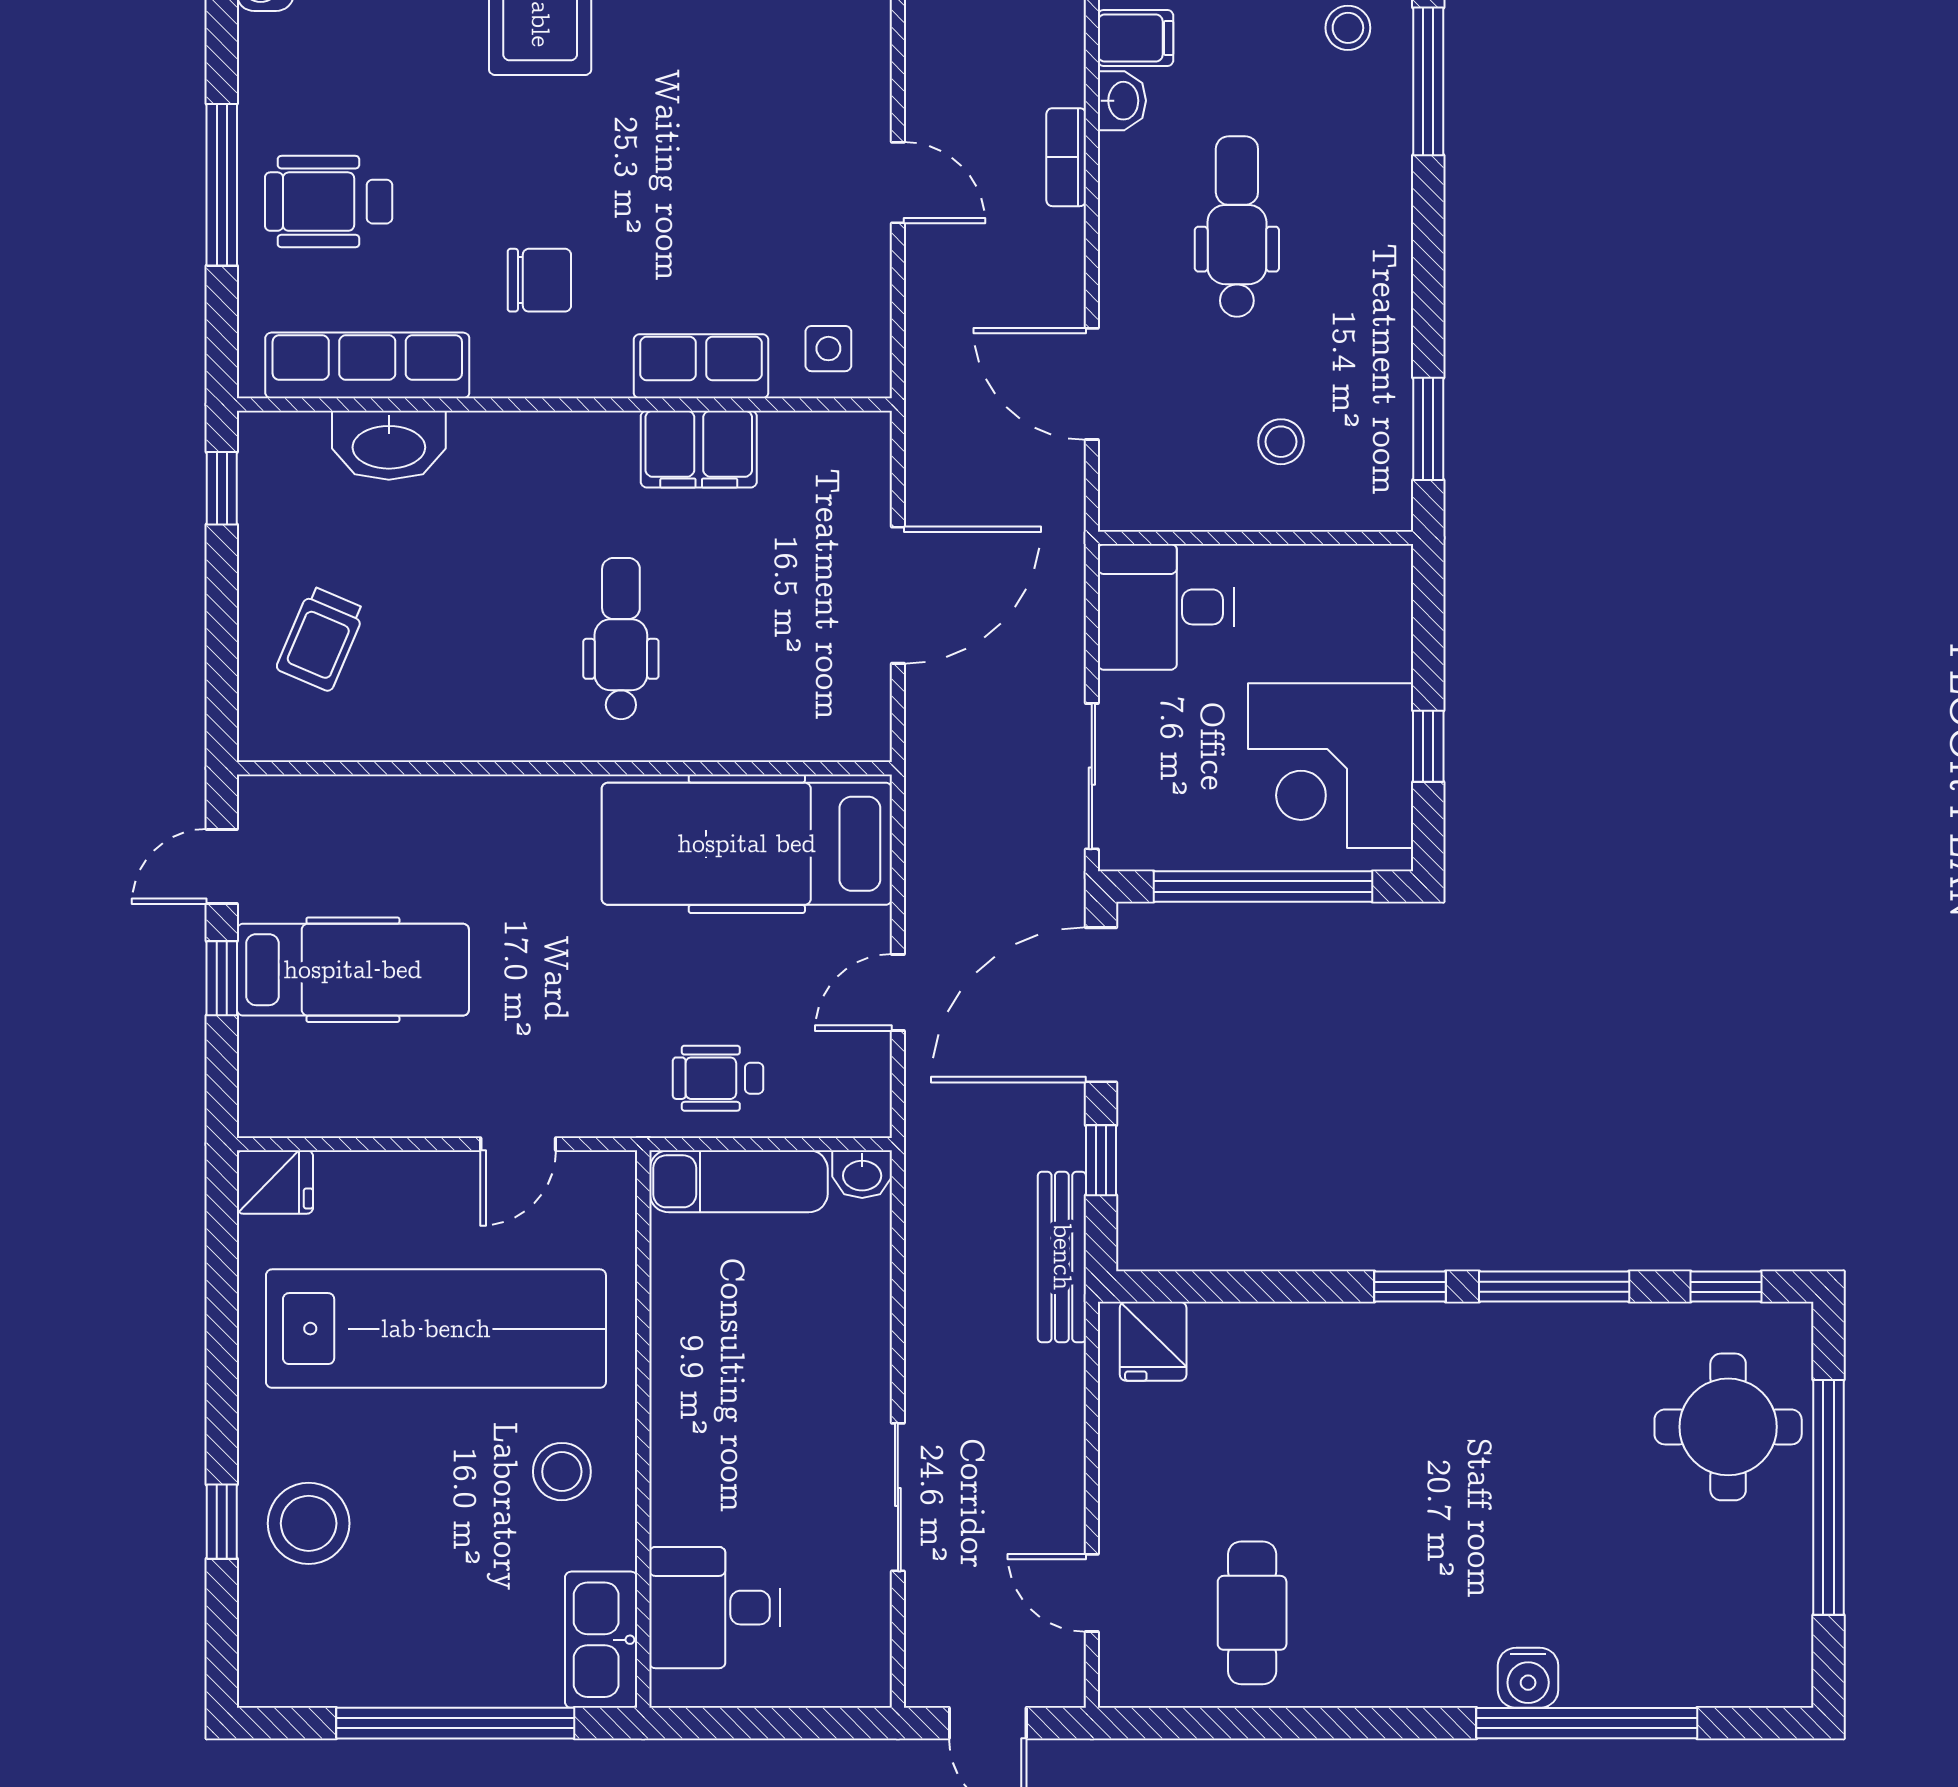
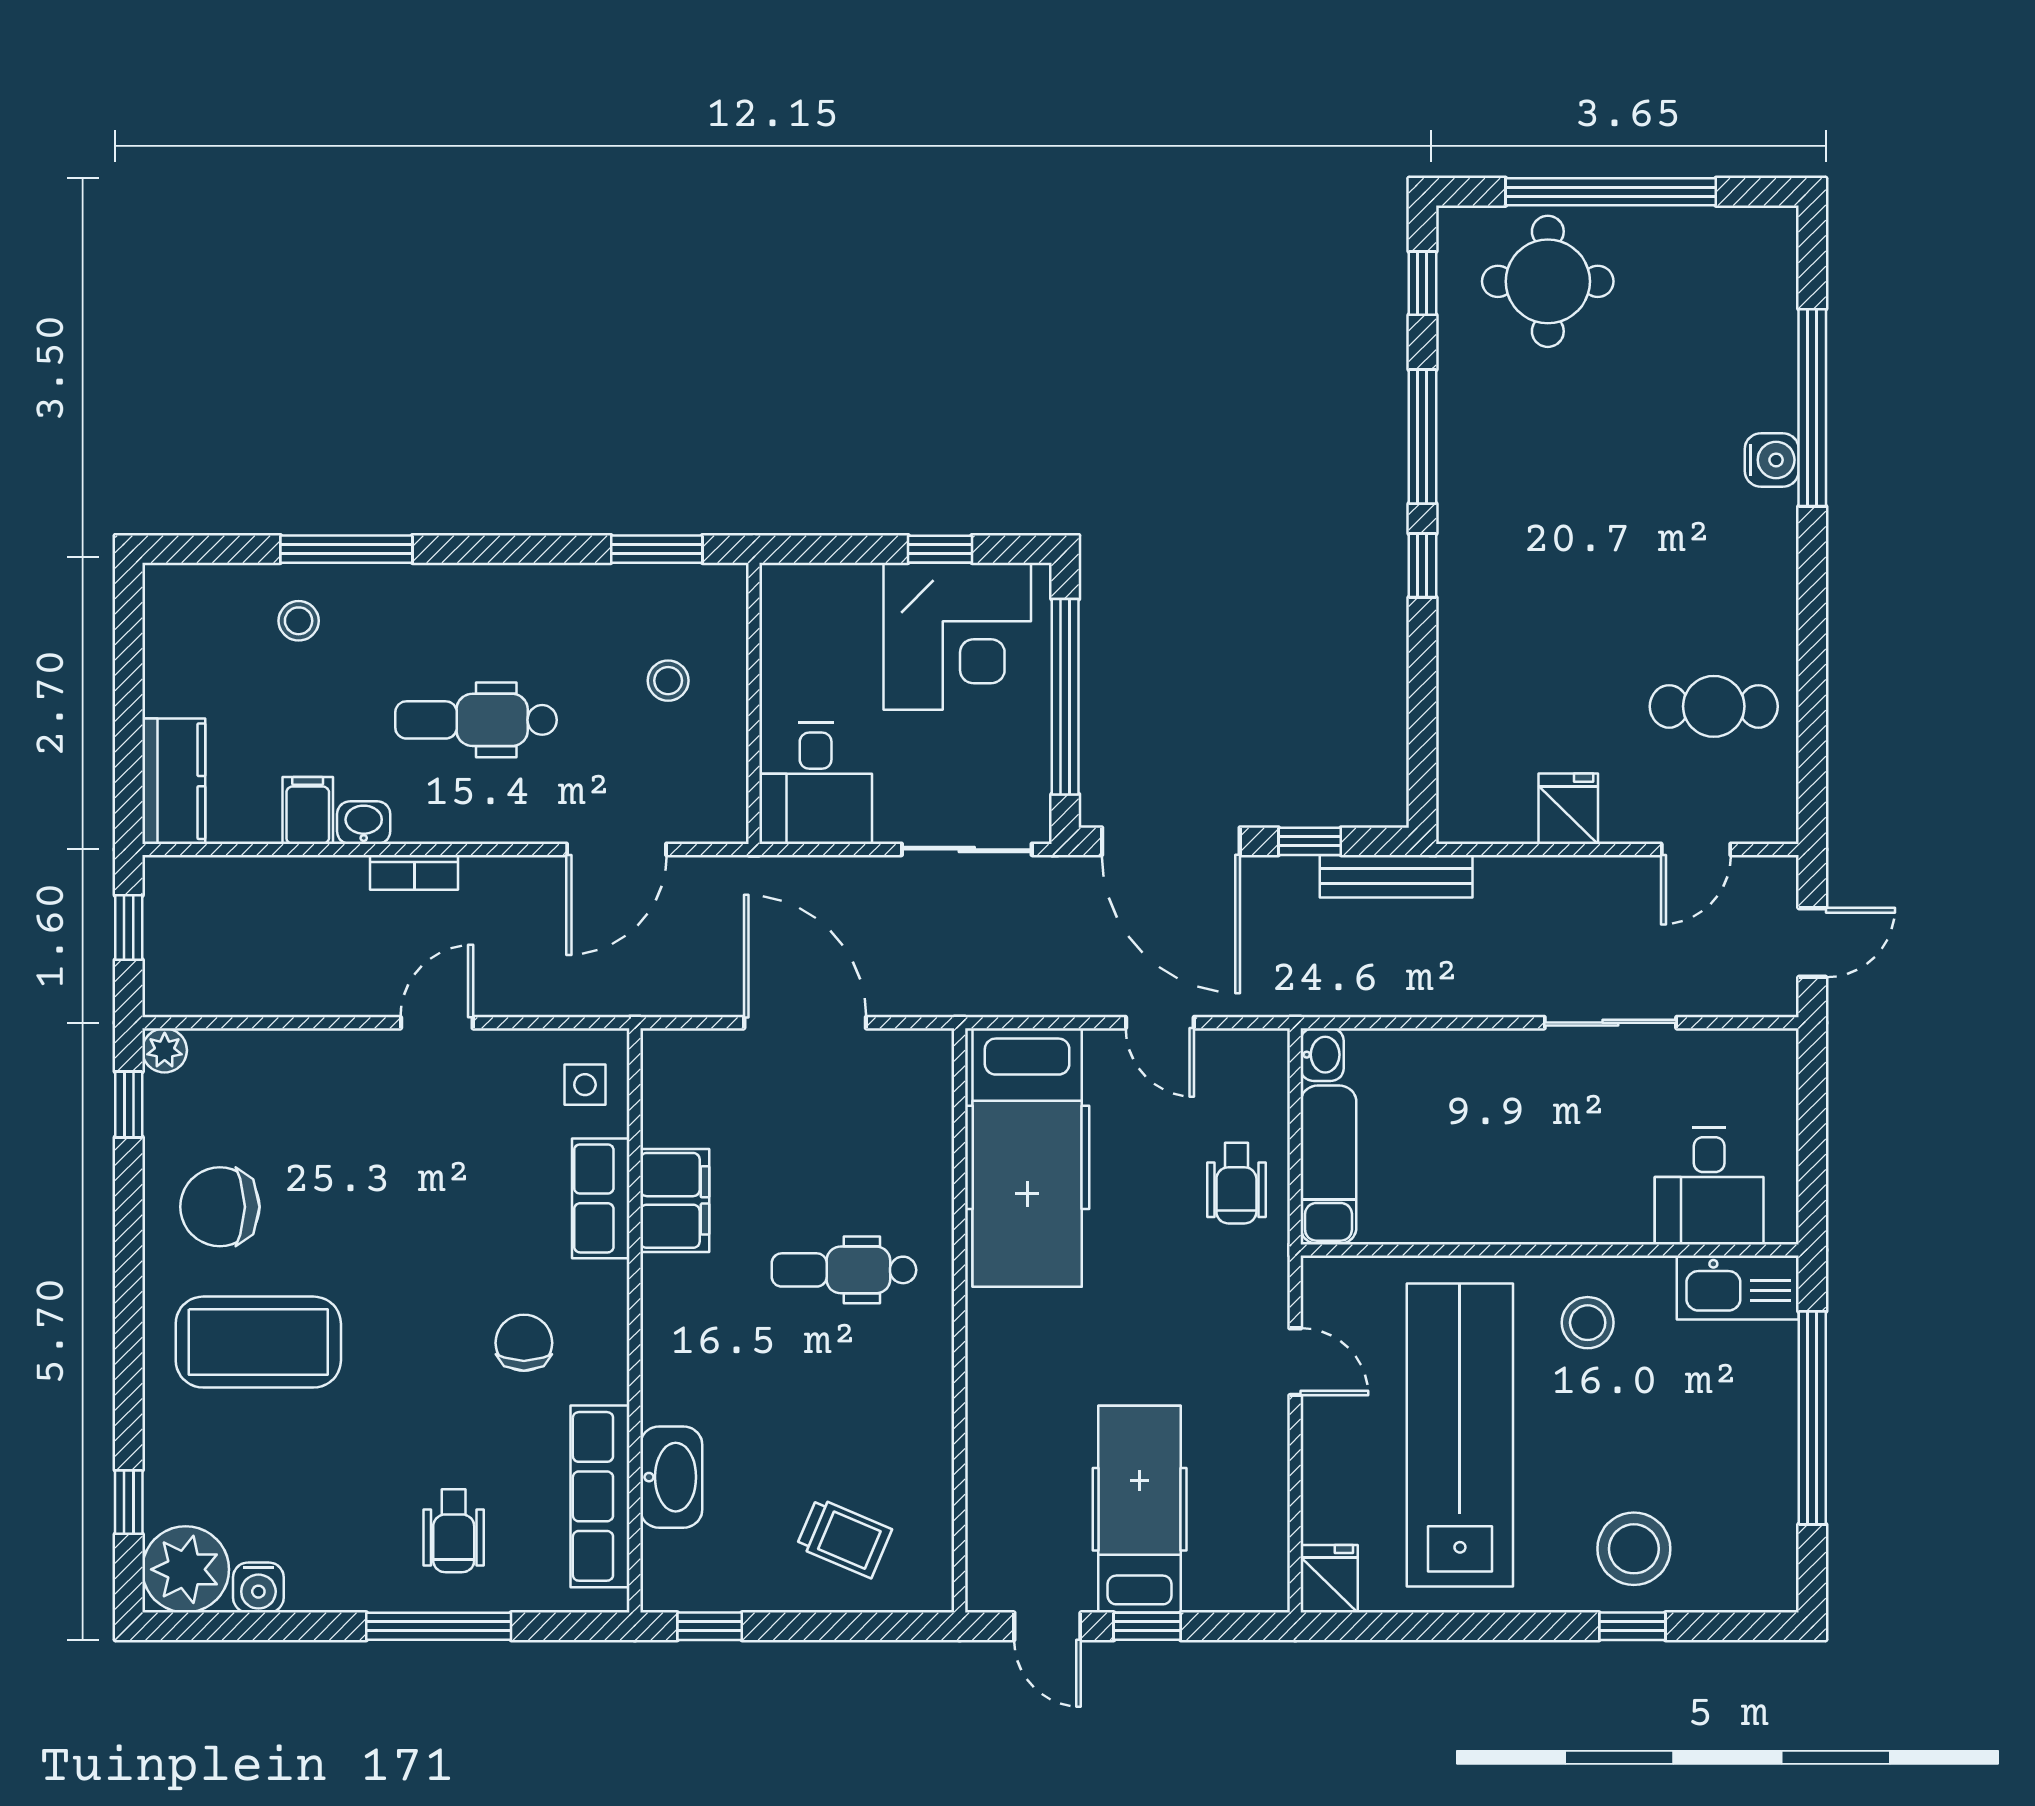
wheelchair: (329, 202) -> (454, 1531), width x0.73, depth x0.73
fridge: (1153, 1341) -> (1568, 809), moved, turned -90

